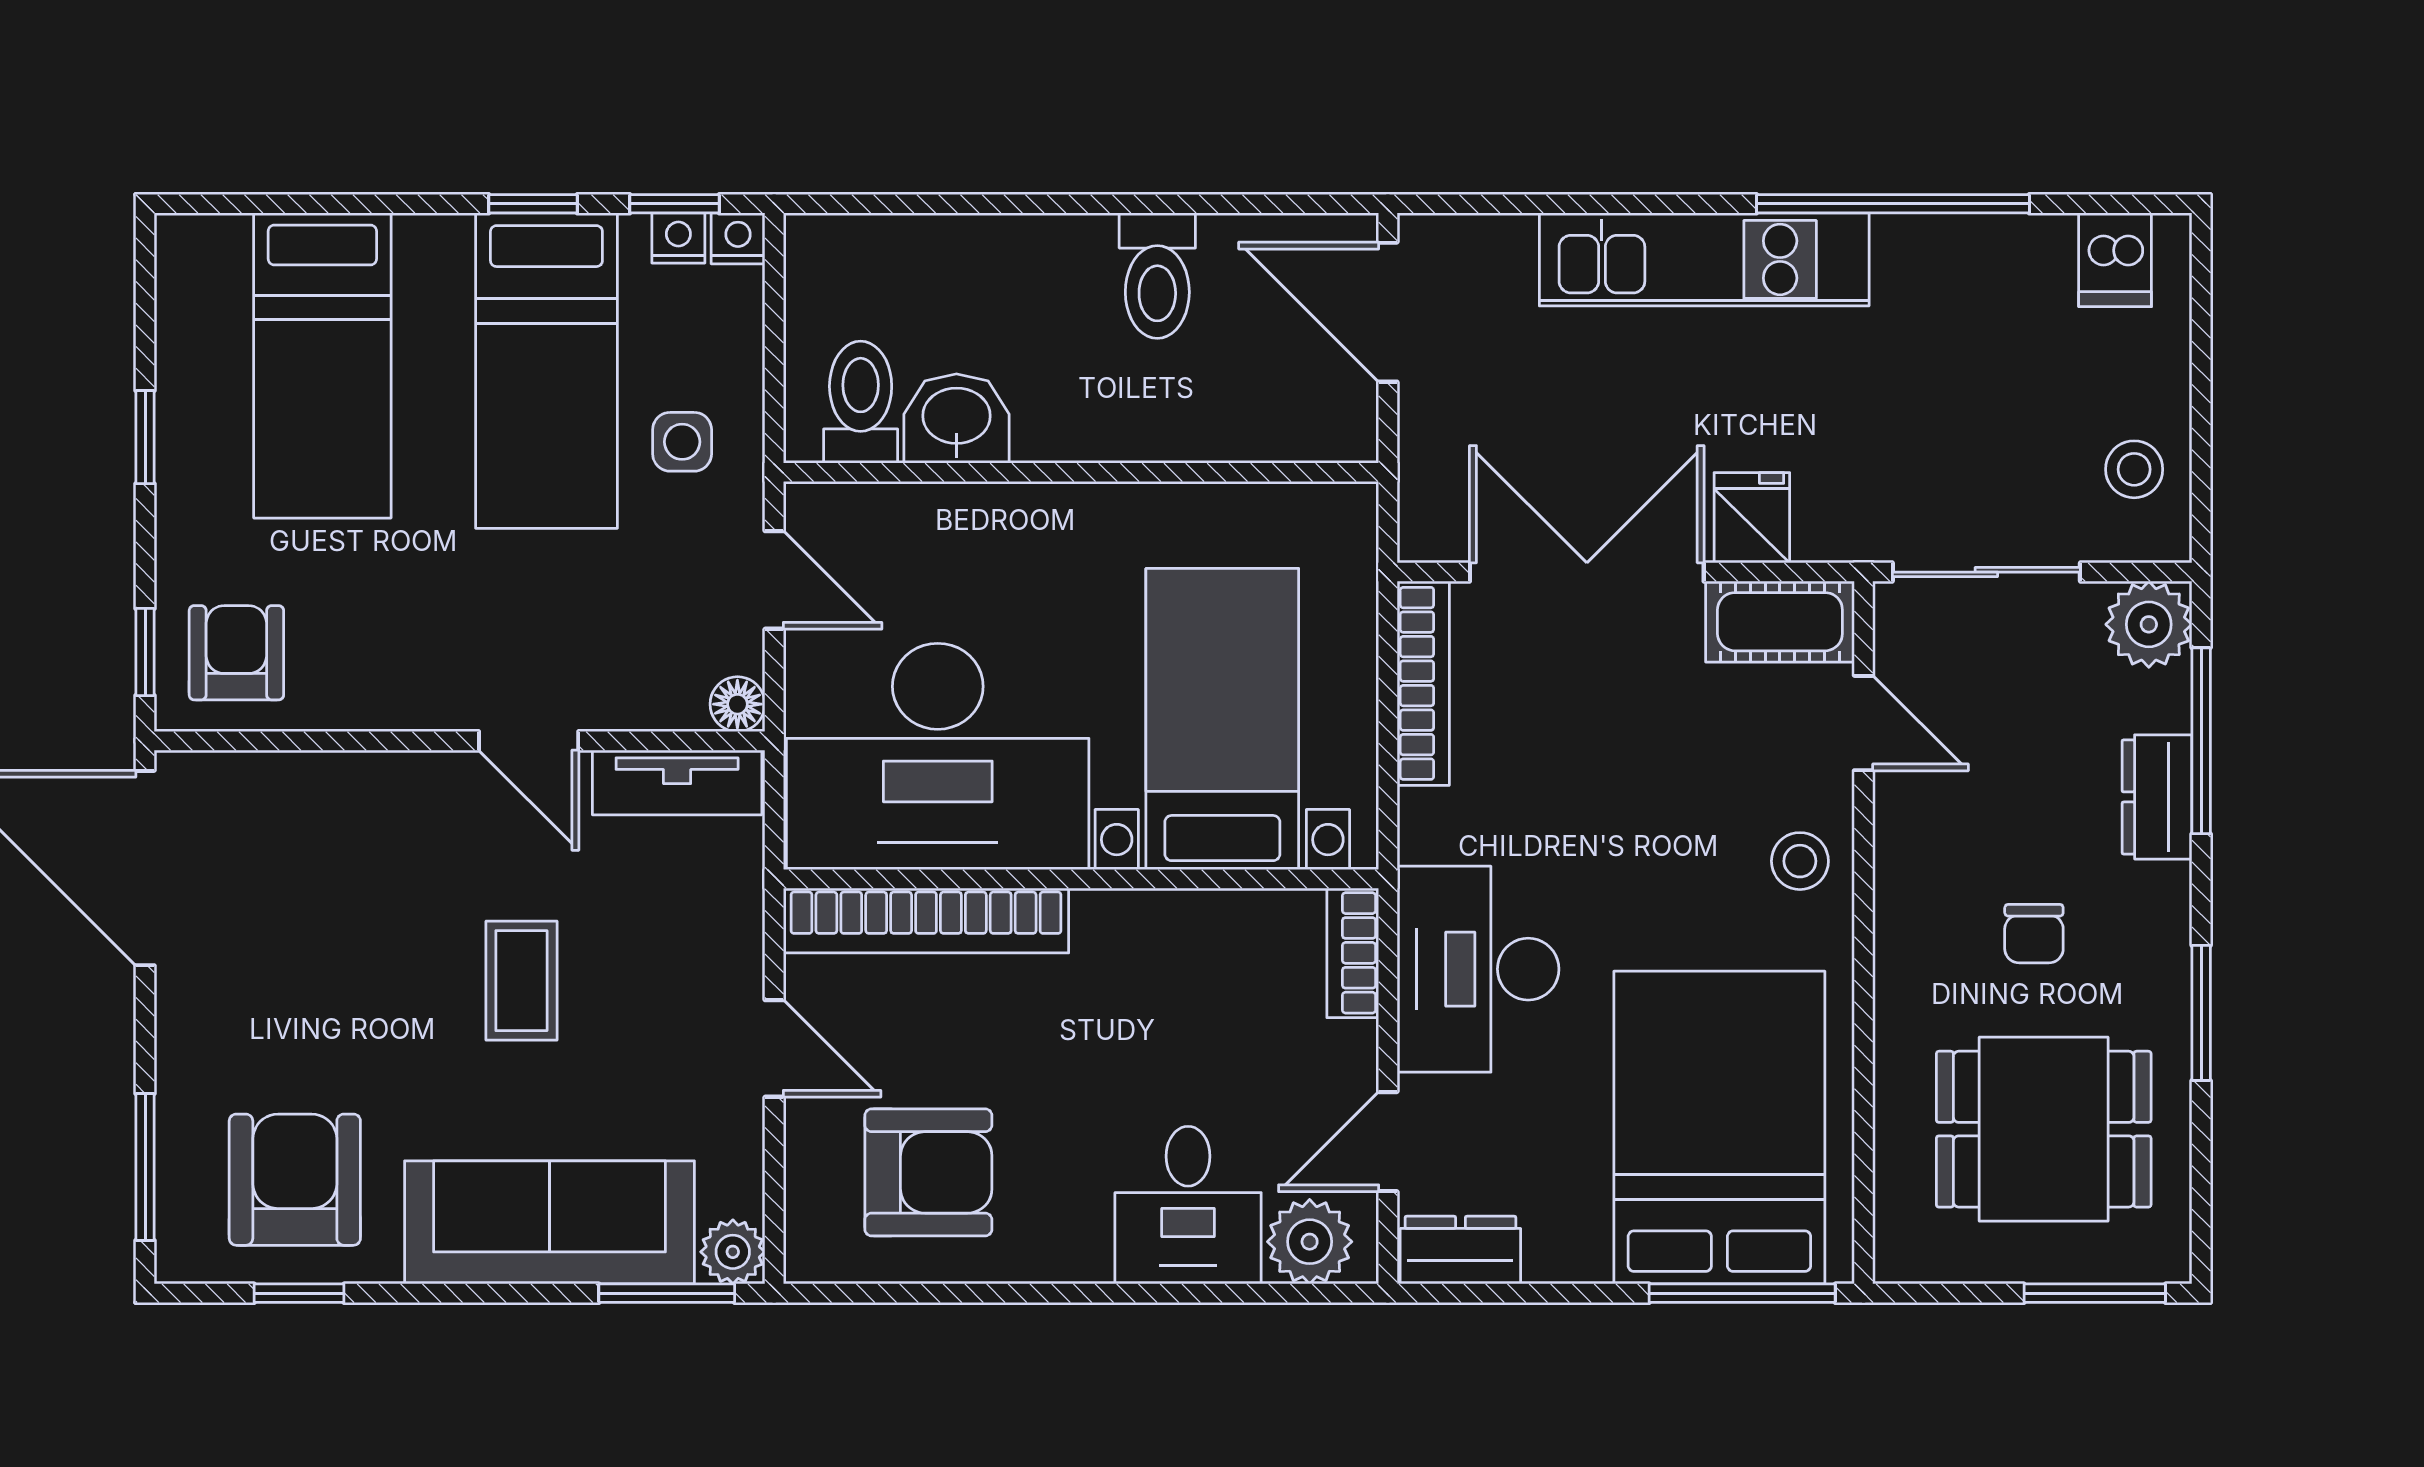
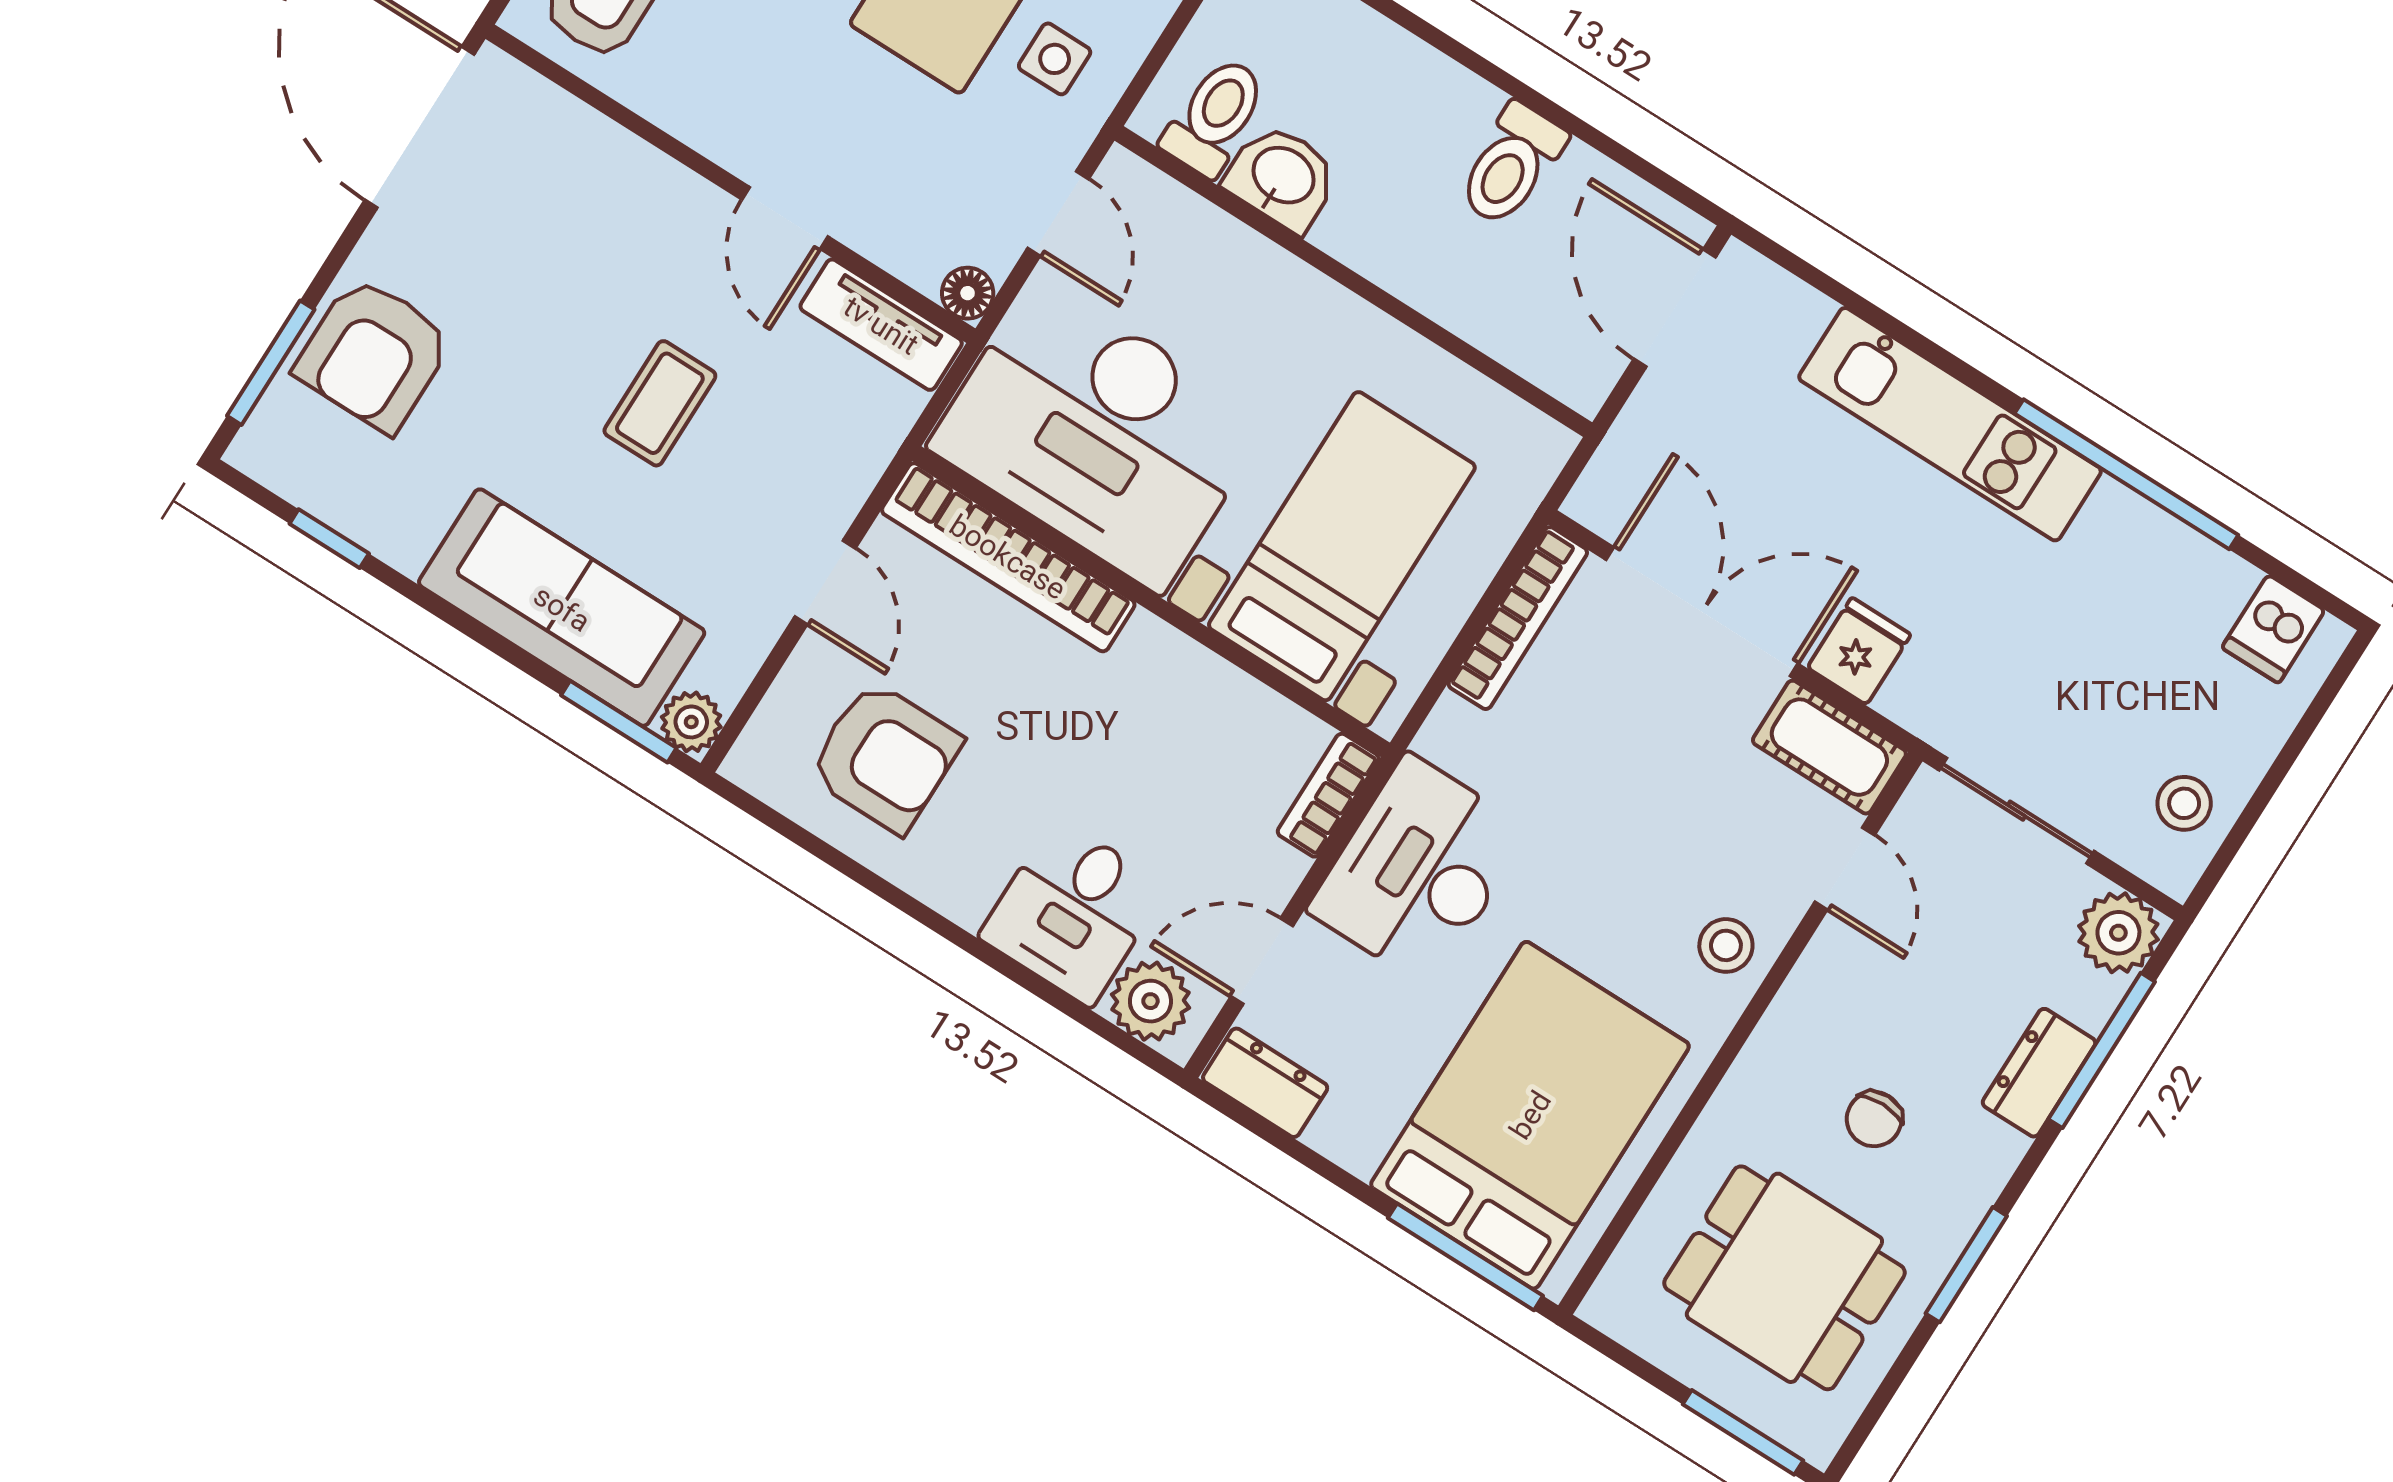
armchair: (295, 1180) -> (374, 354), moved, turned 180

